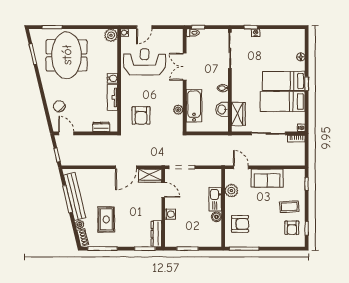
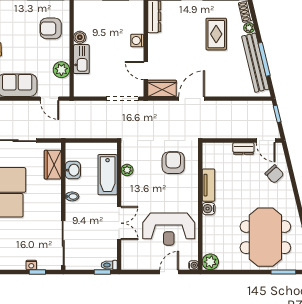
dresser: (101, 127) -> (243, 149), moved

